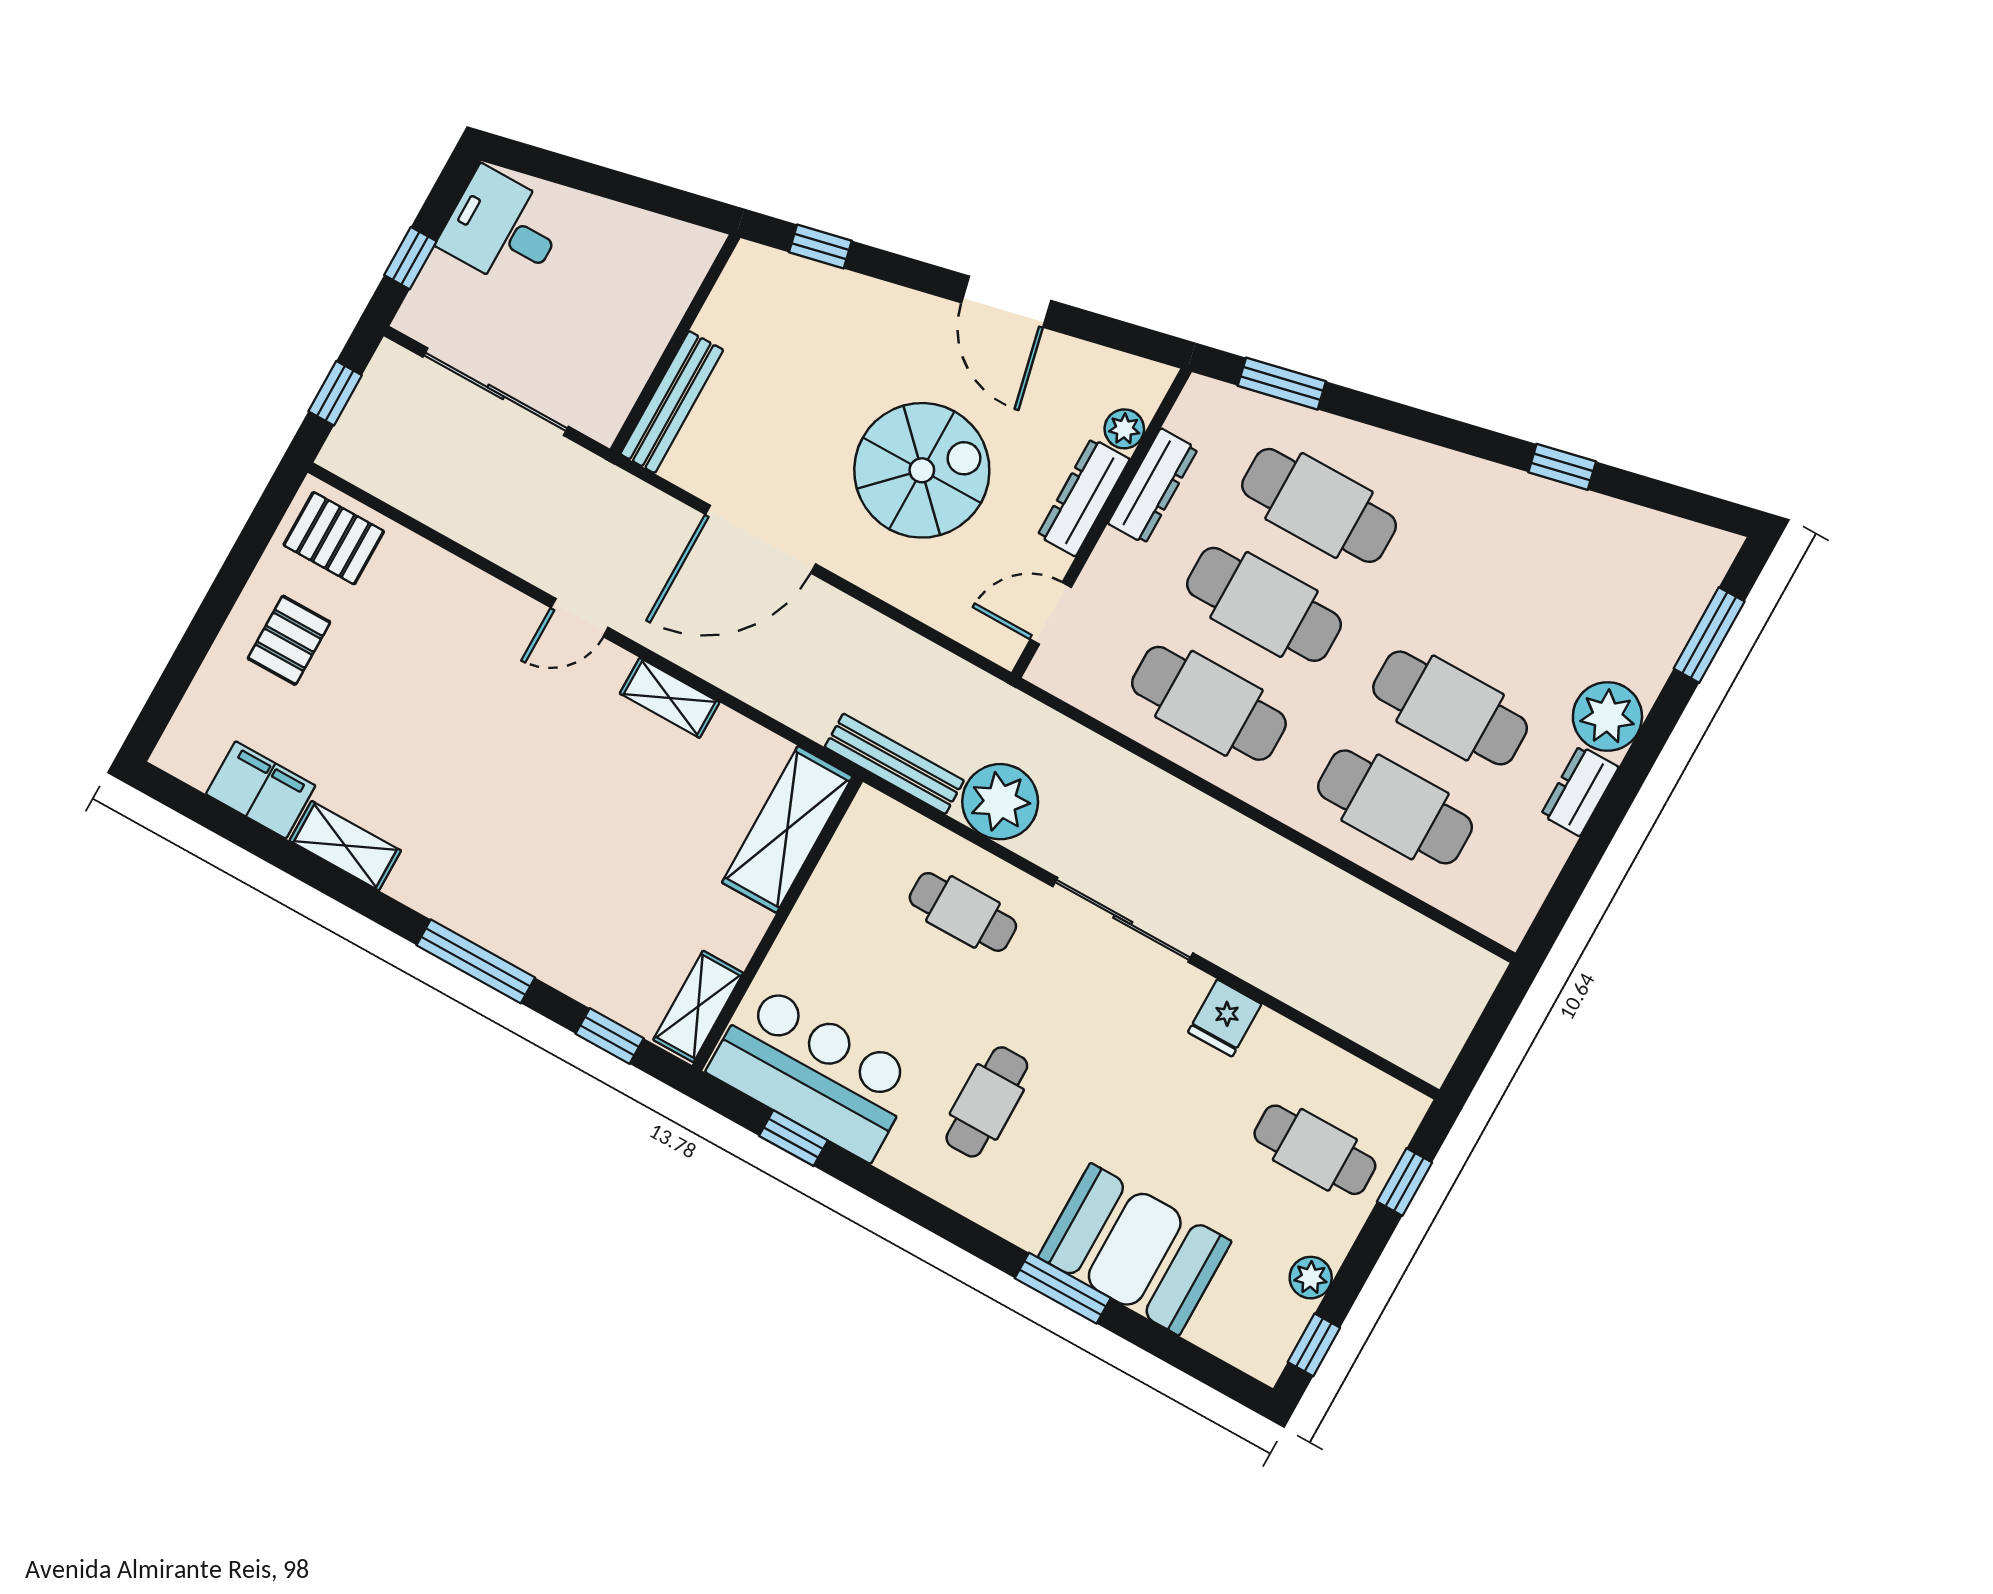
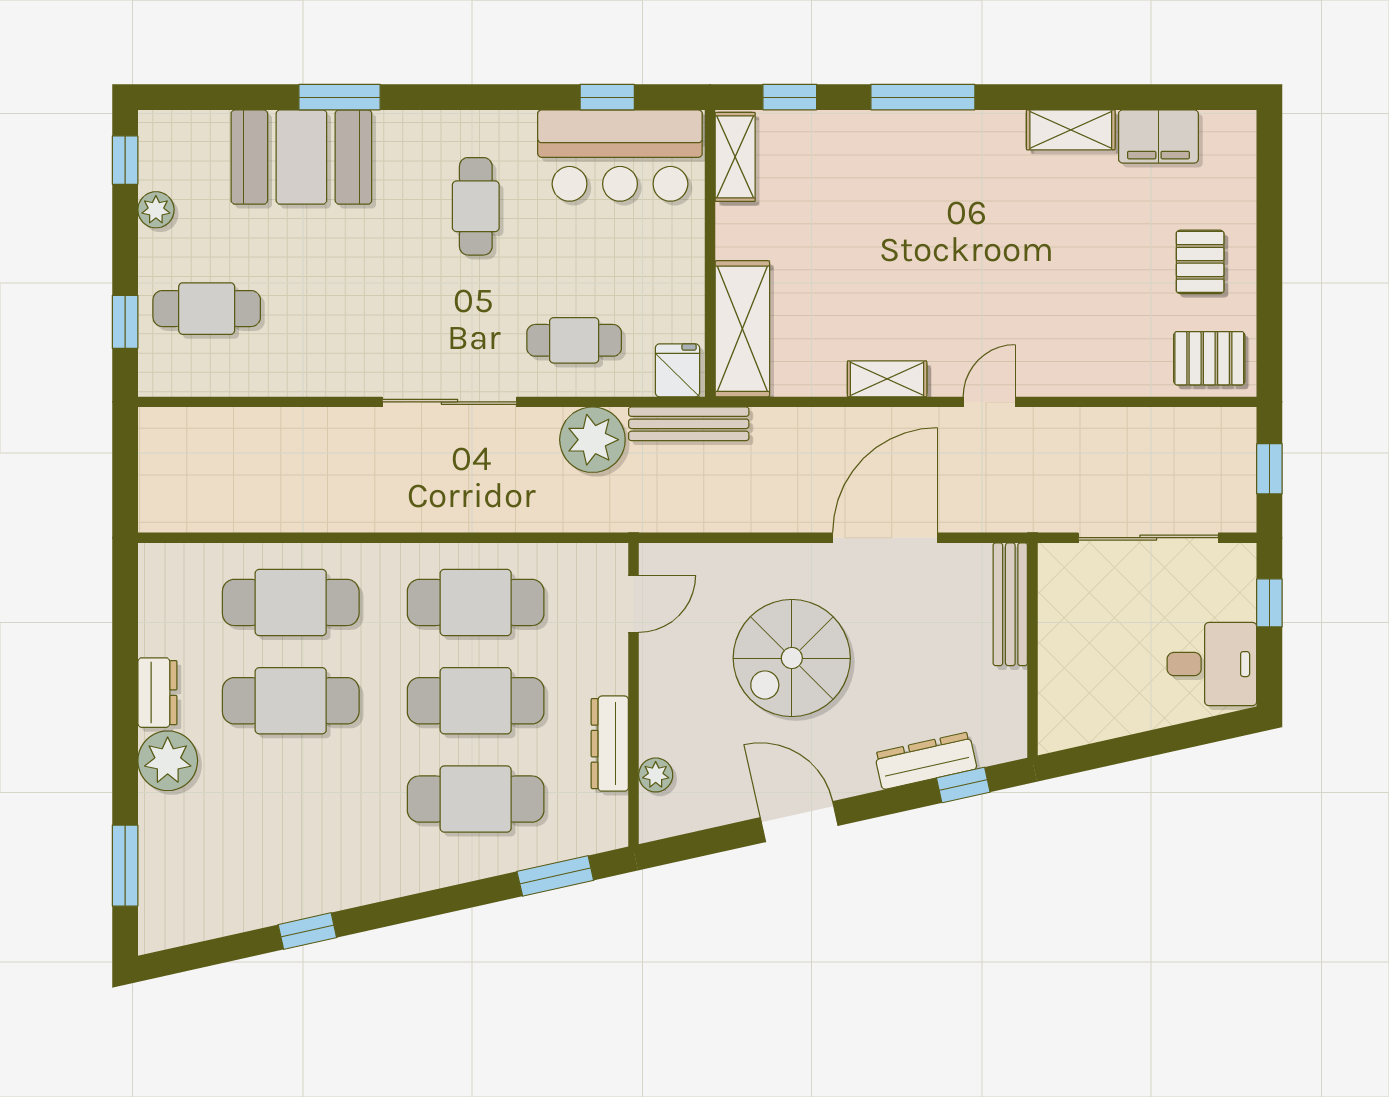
dresser: (1084, 497) -> (926, 761), moved, turned -103
fridge: (1225, 1018) -> (678, 370), moved

